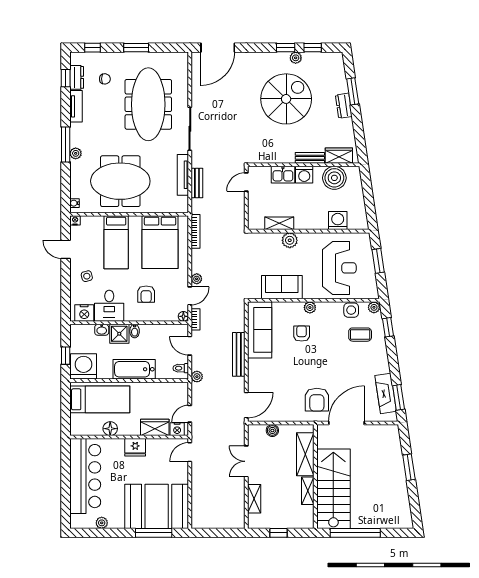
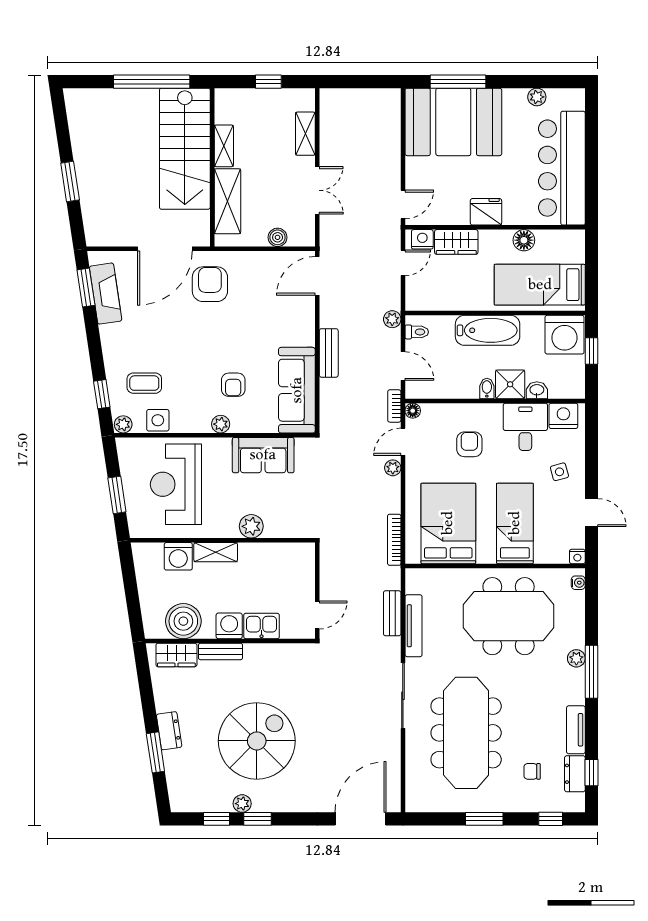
spiral stairs: (286, 99) -> (257, 741), turned 180
shelving: (279, 223) -> (216, 552), moved
bench: (239, 354) -> (329, 353), width x0.73

